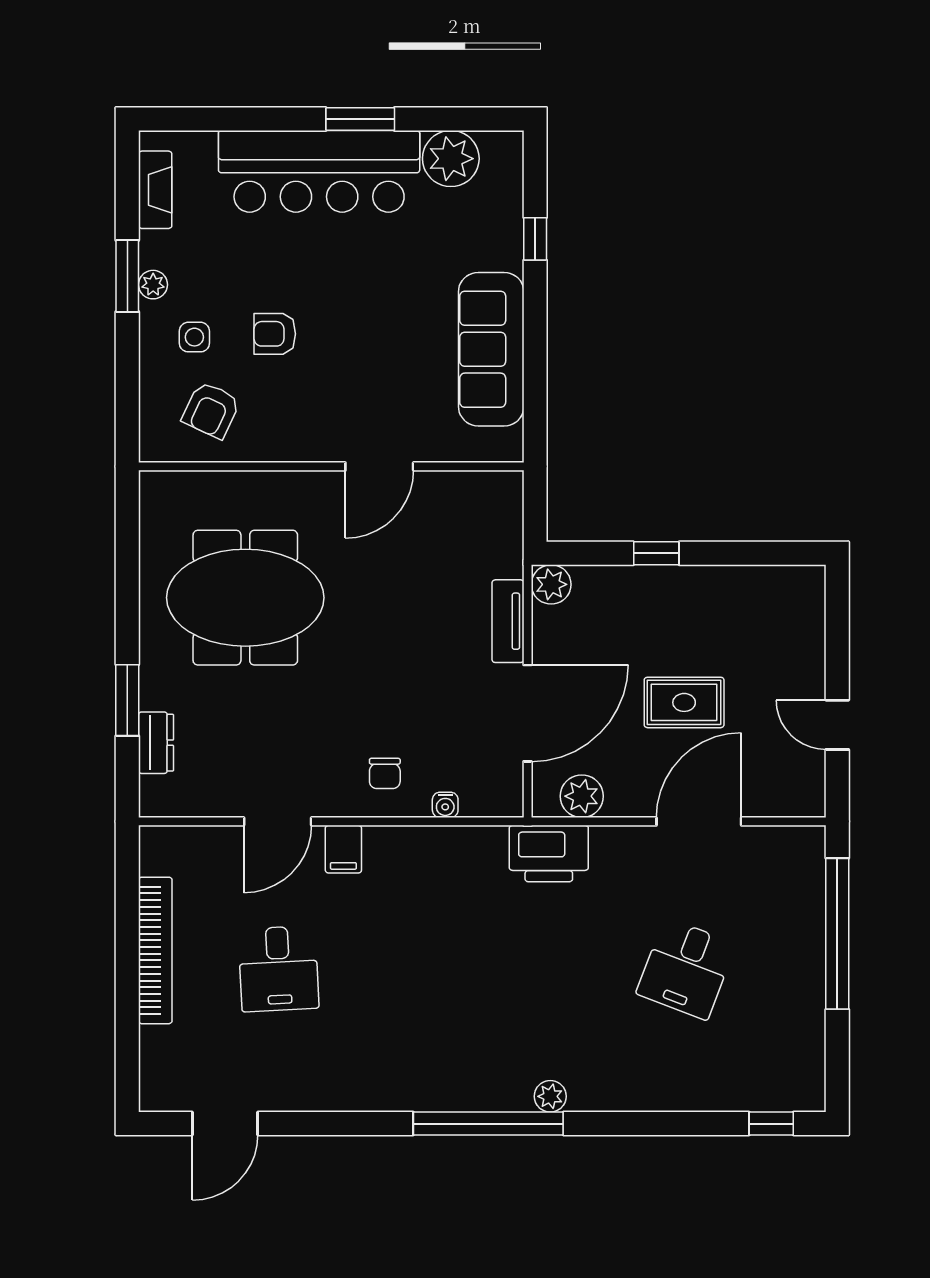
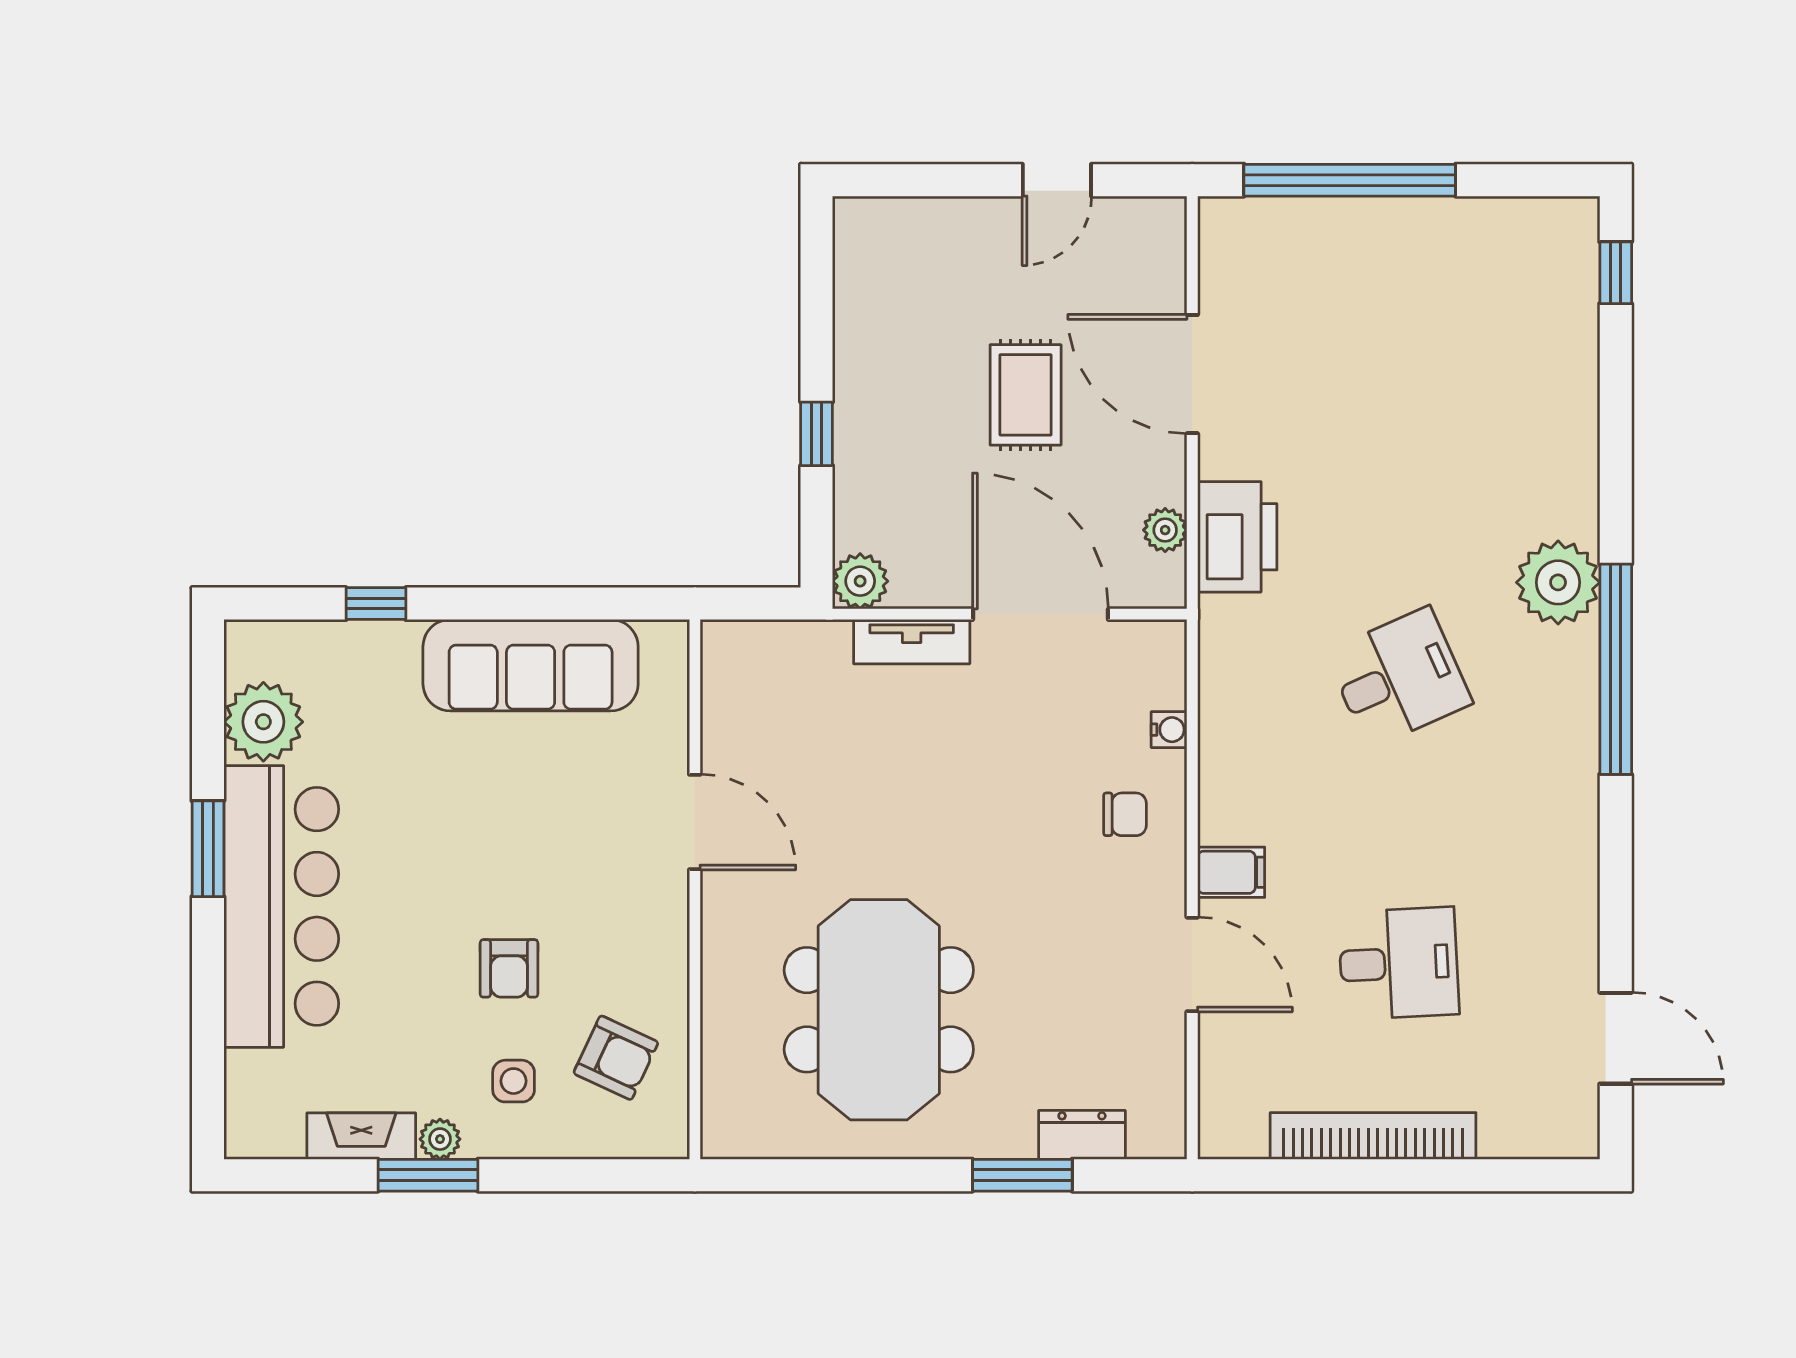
fireplace: (155, 190) -> (361, 1136), moved
plant: (582, 796) -> (1165, 530), width x0.73, depth x0.73
printer: (549, 854) -> (1237, 537), moved
desk: (686, 969) -> (1399, 678), moved, turned -45
plant: (550, 1096) -> (1558, 582), width x1.88, depth x1.88

